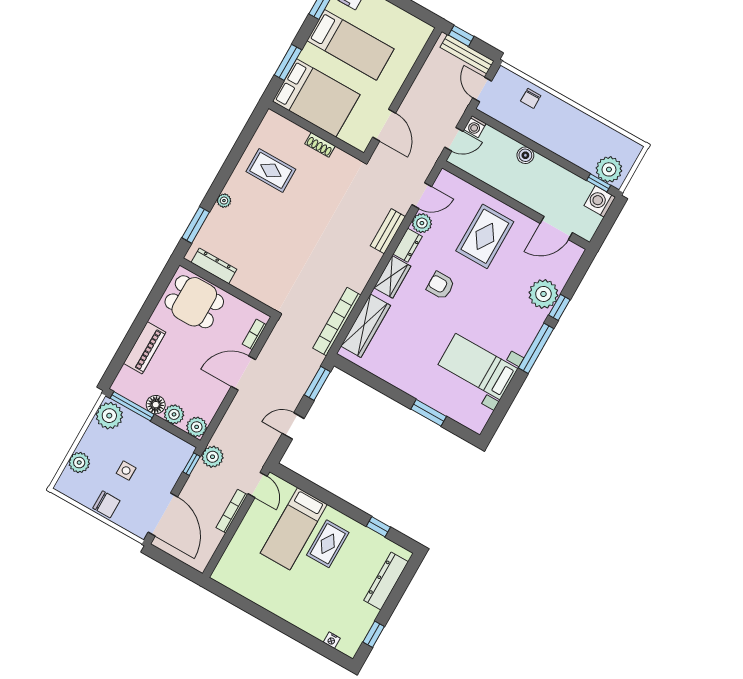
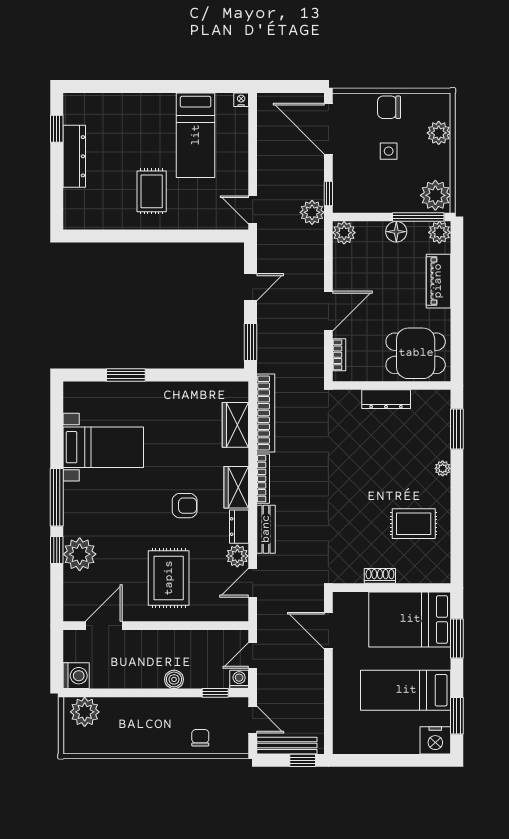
window: (599, 183) -> (215, 693), moved
dresser: (214, 266) -> (386, 399), moved
wardrobe: (366, 326) -> (235, 425), width x0.67
plant: (174, 414) -> (439, 232), moved
bookcase: (232, 511) -> (263, 479), moved
window: (378, 527) -> (112, 236), removed
bed: (294, 529) -> (196, 135), moved, turned 180
dresser: (386, 581) -> (74, 156), moved
nightstand: (332, 640) -> (241, 100), moved

